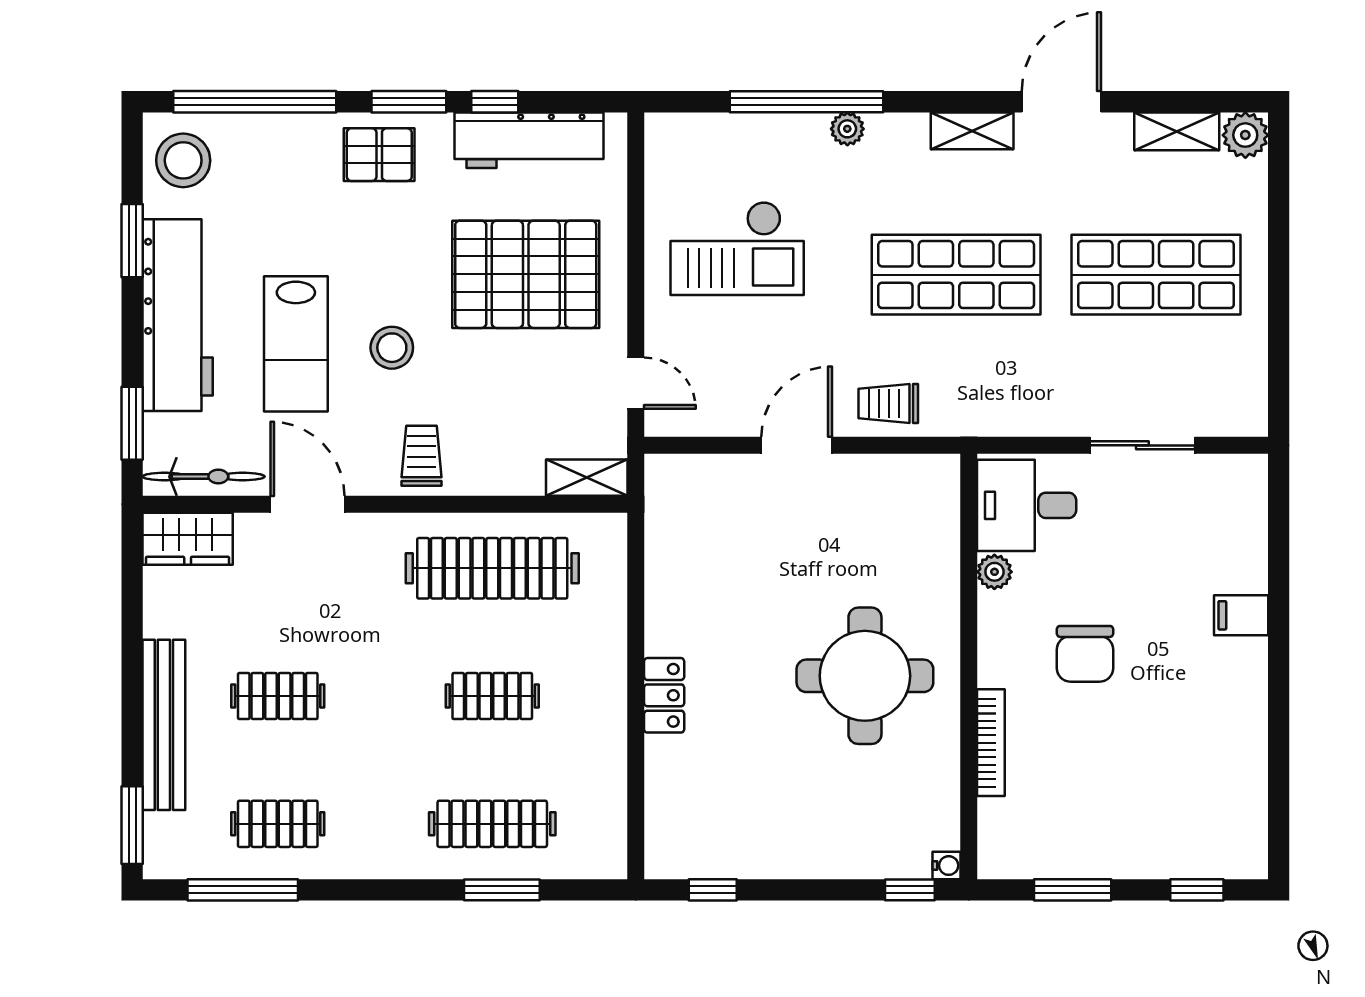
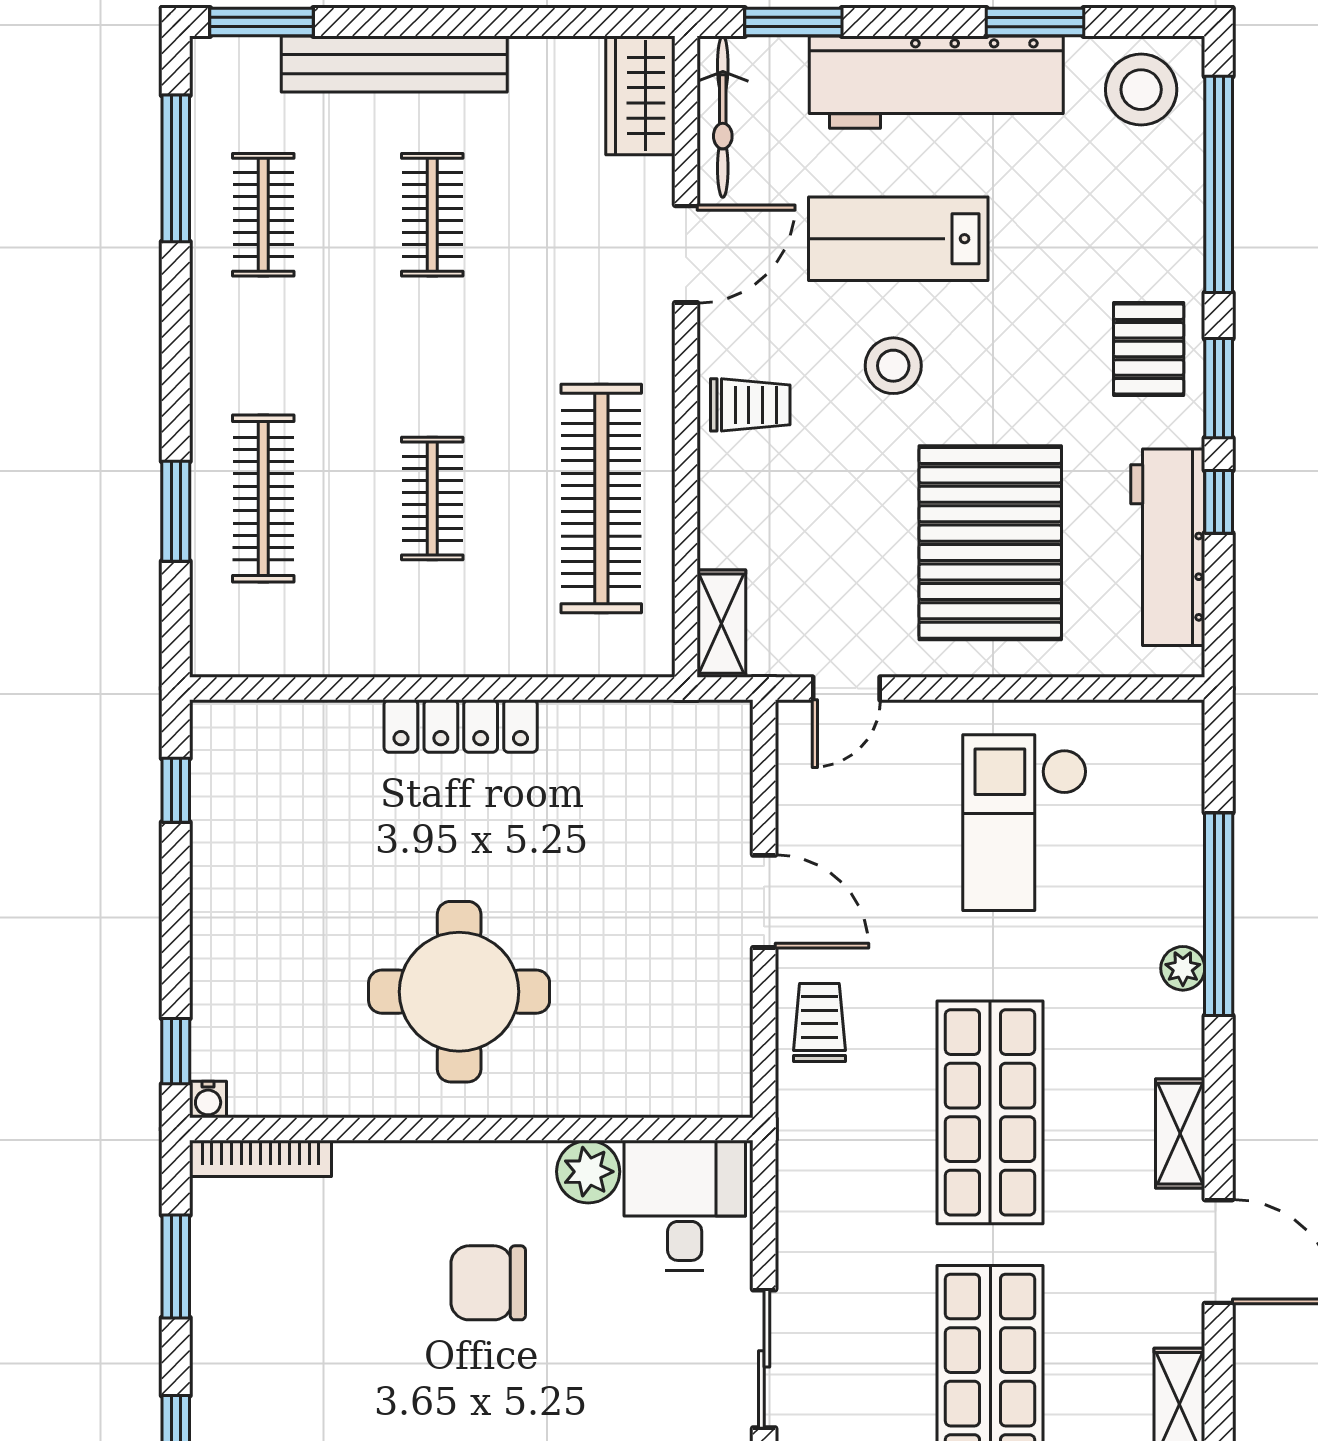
plant: (994, 572) -> (588, 1172), width x1.38, depth x1.38
locker: (664, 695) -> (461, 726), width x1.53
bookcase: (991, 743) -> (261, 1158), moved

